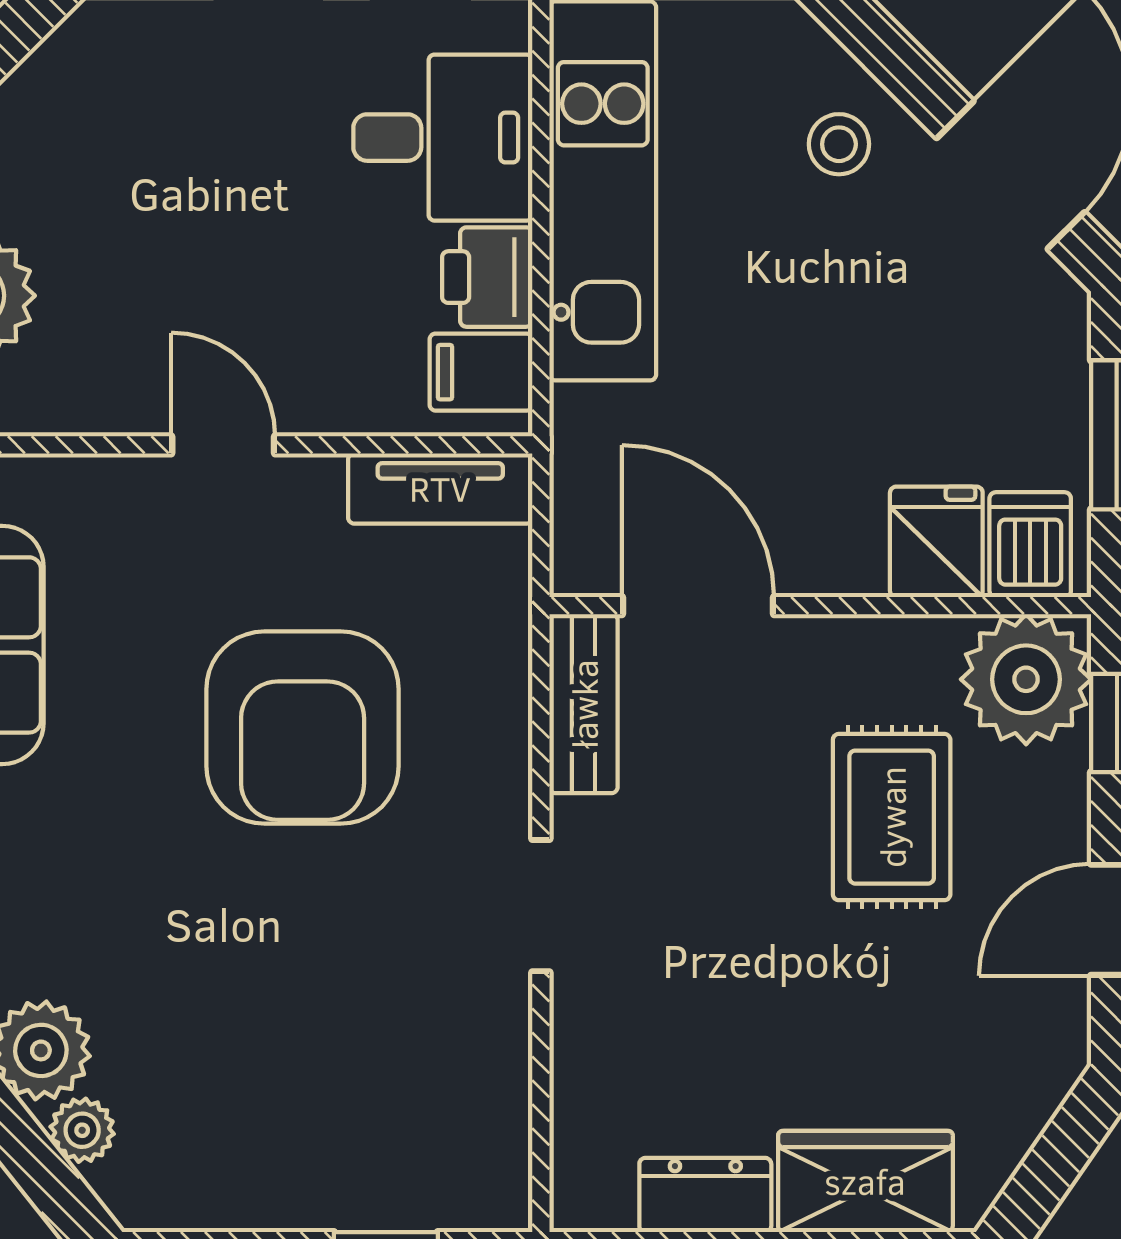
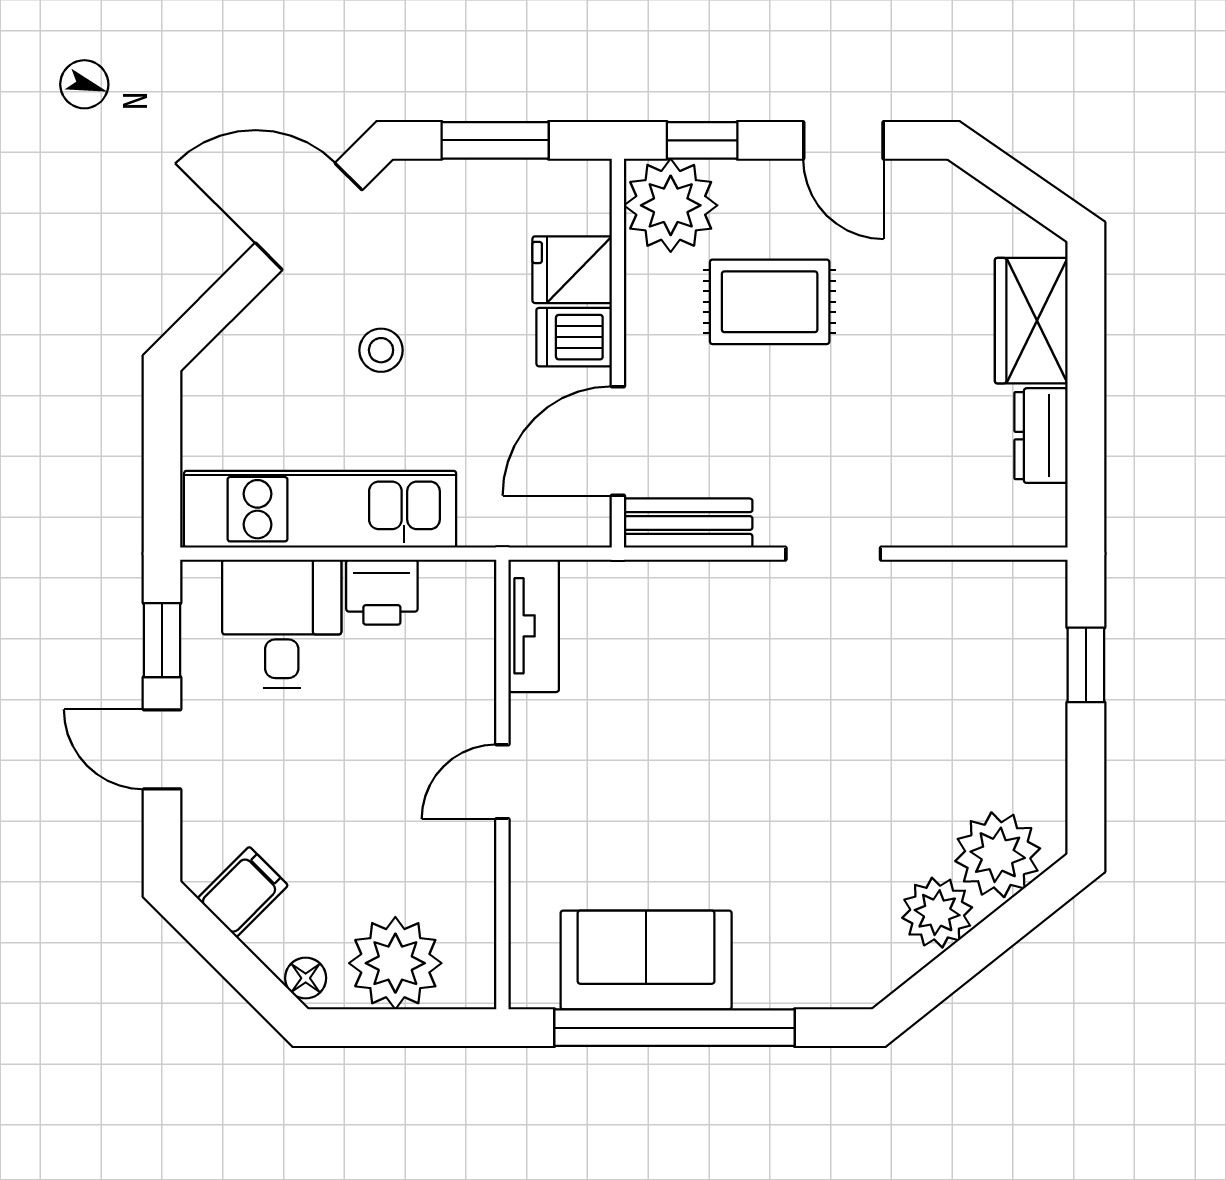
stool: (839, 144) -> (381, 350), moved
filing cabinet: (481, 372) -> (243, 892), moved, turned -135
dishwasher: (1030, 545) -> (574, 337), moved
armchair: (303, 728) -> (705, 725), removed
plant: (82, 1130) -> (998, 855), width x1.87, depth x1.87

